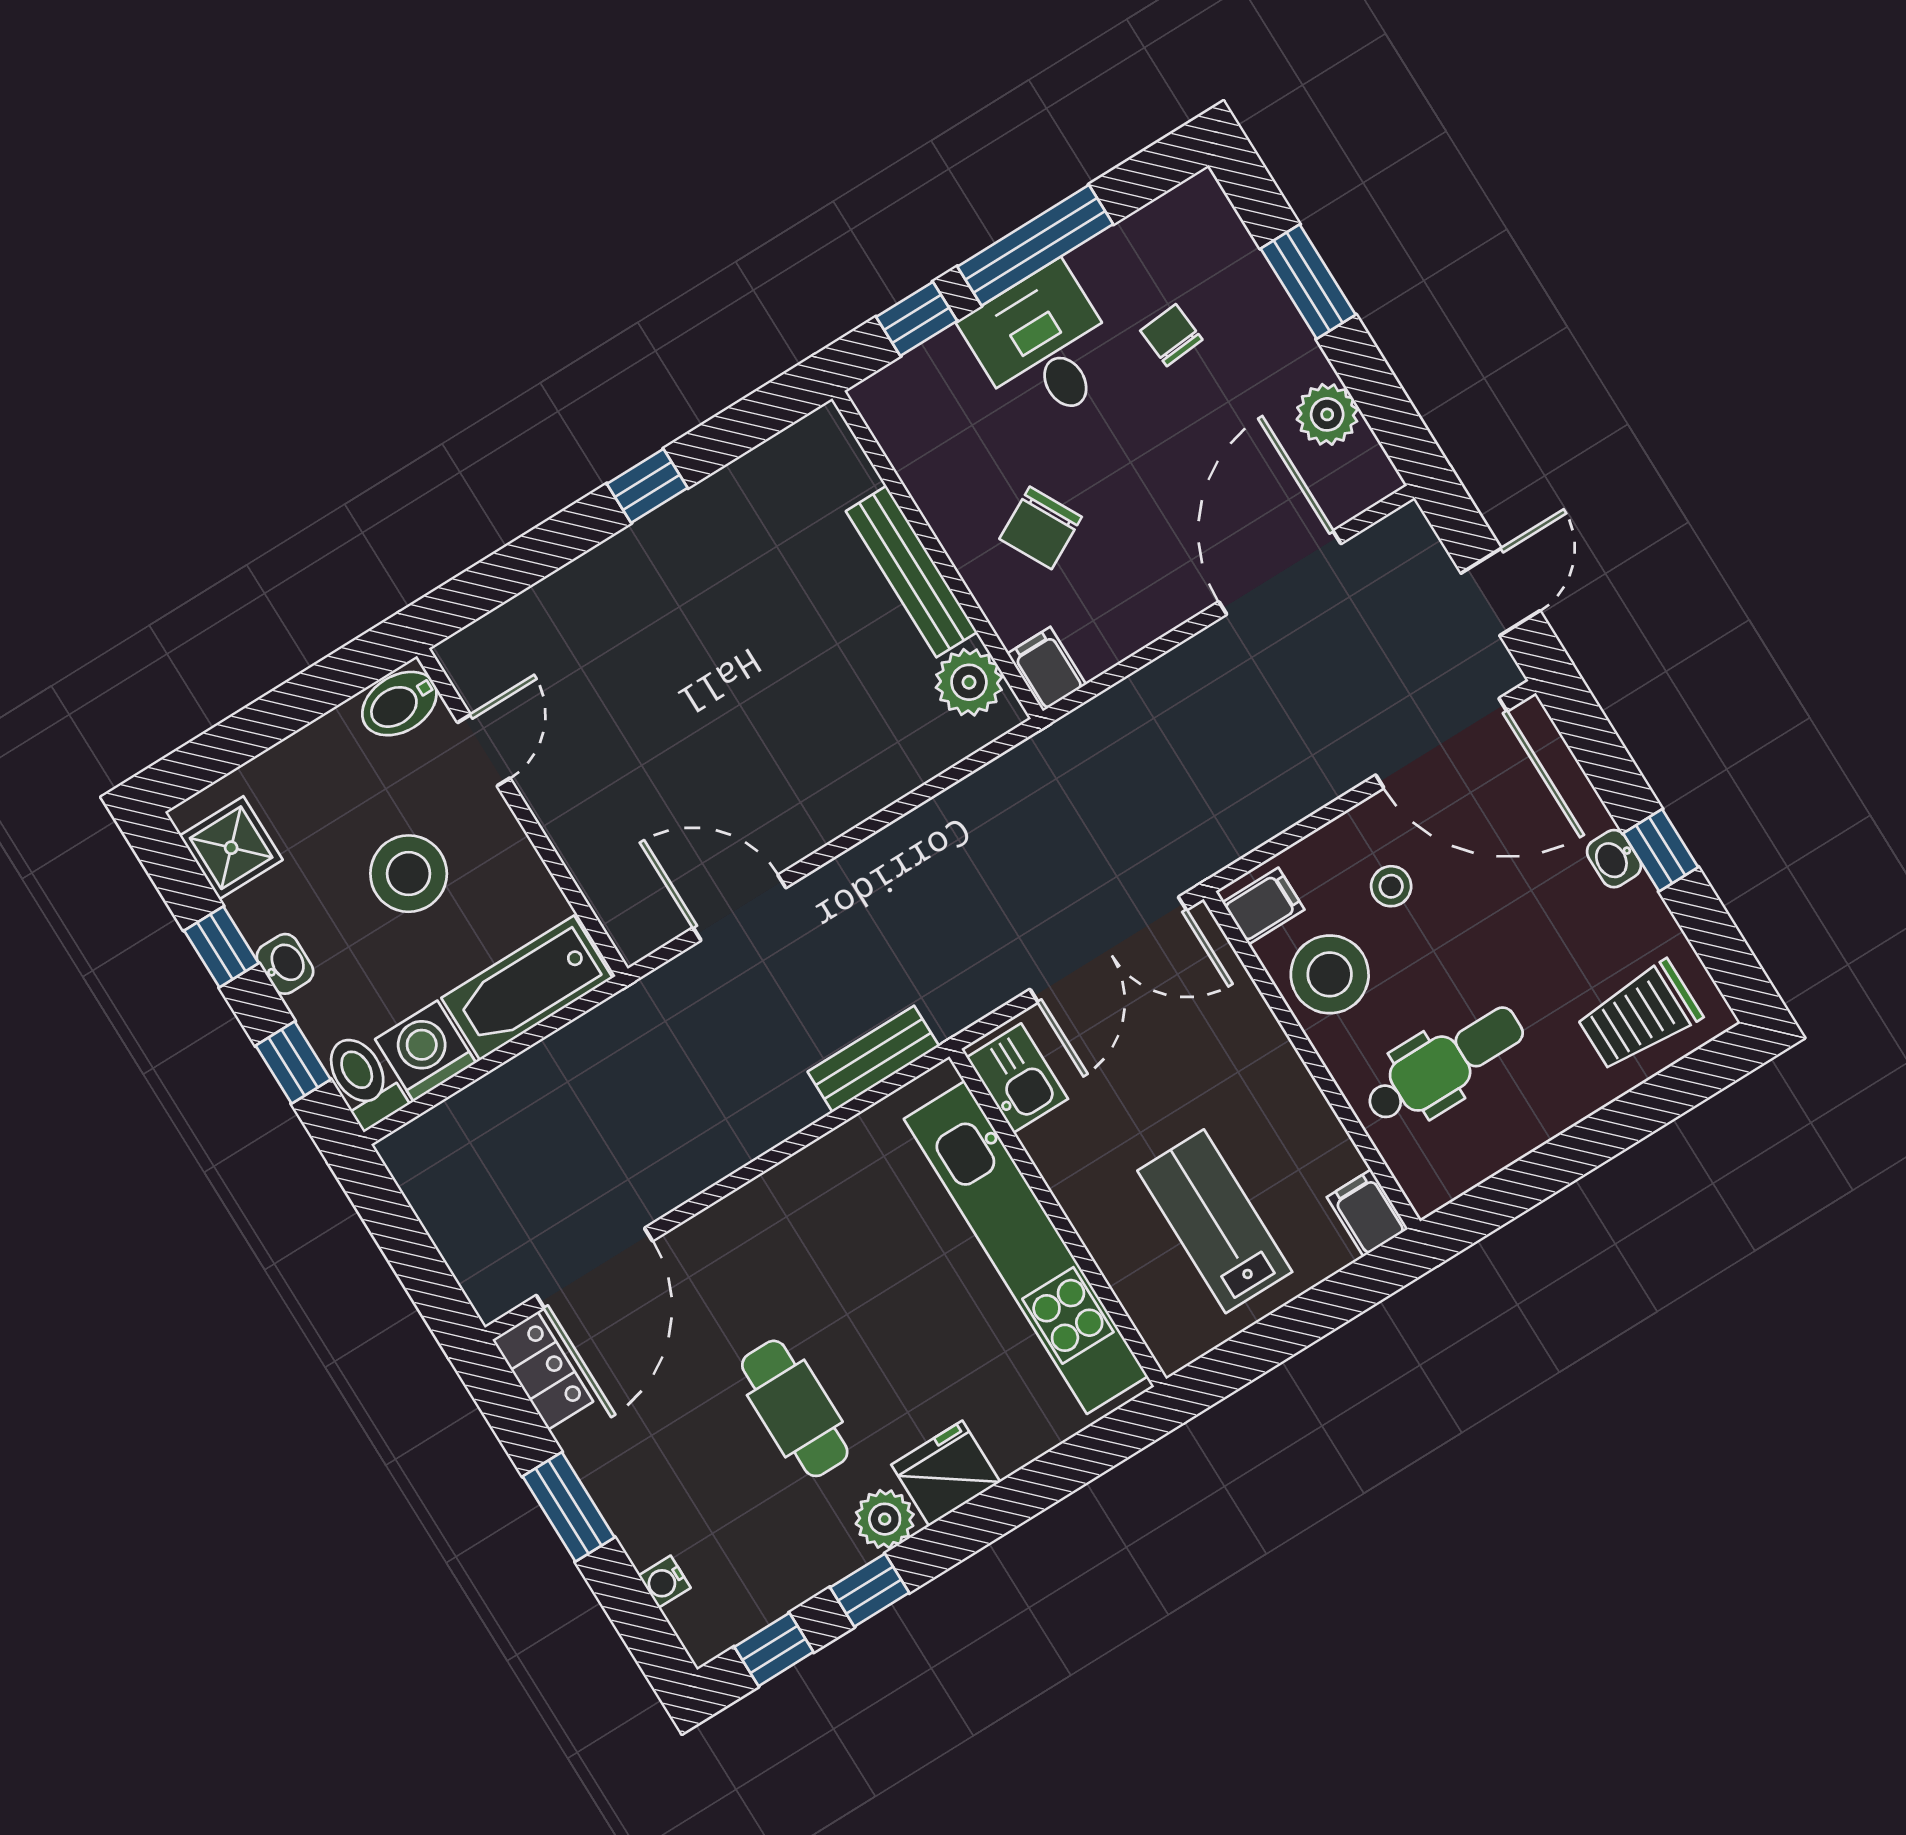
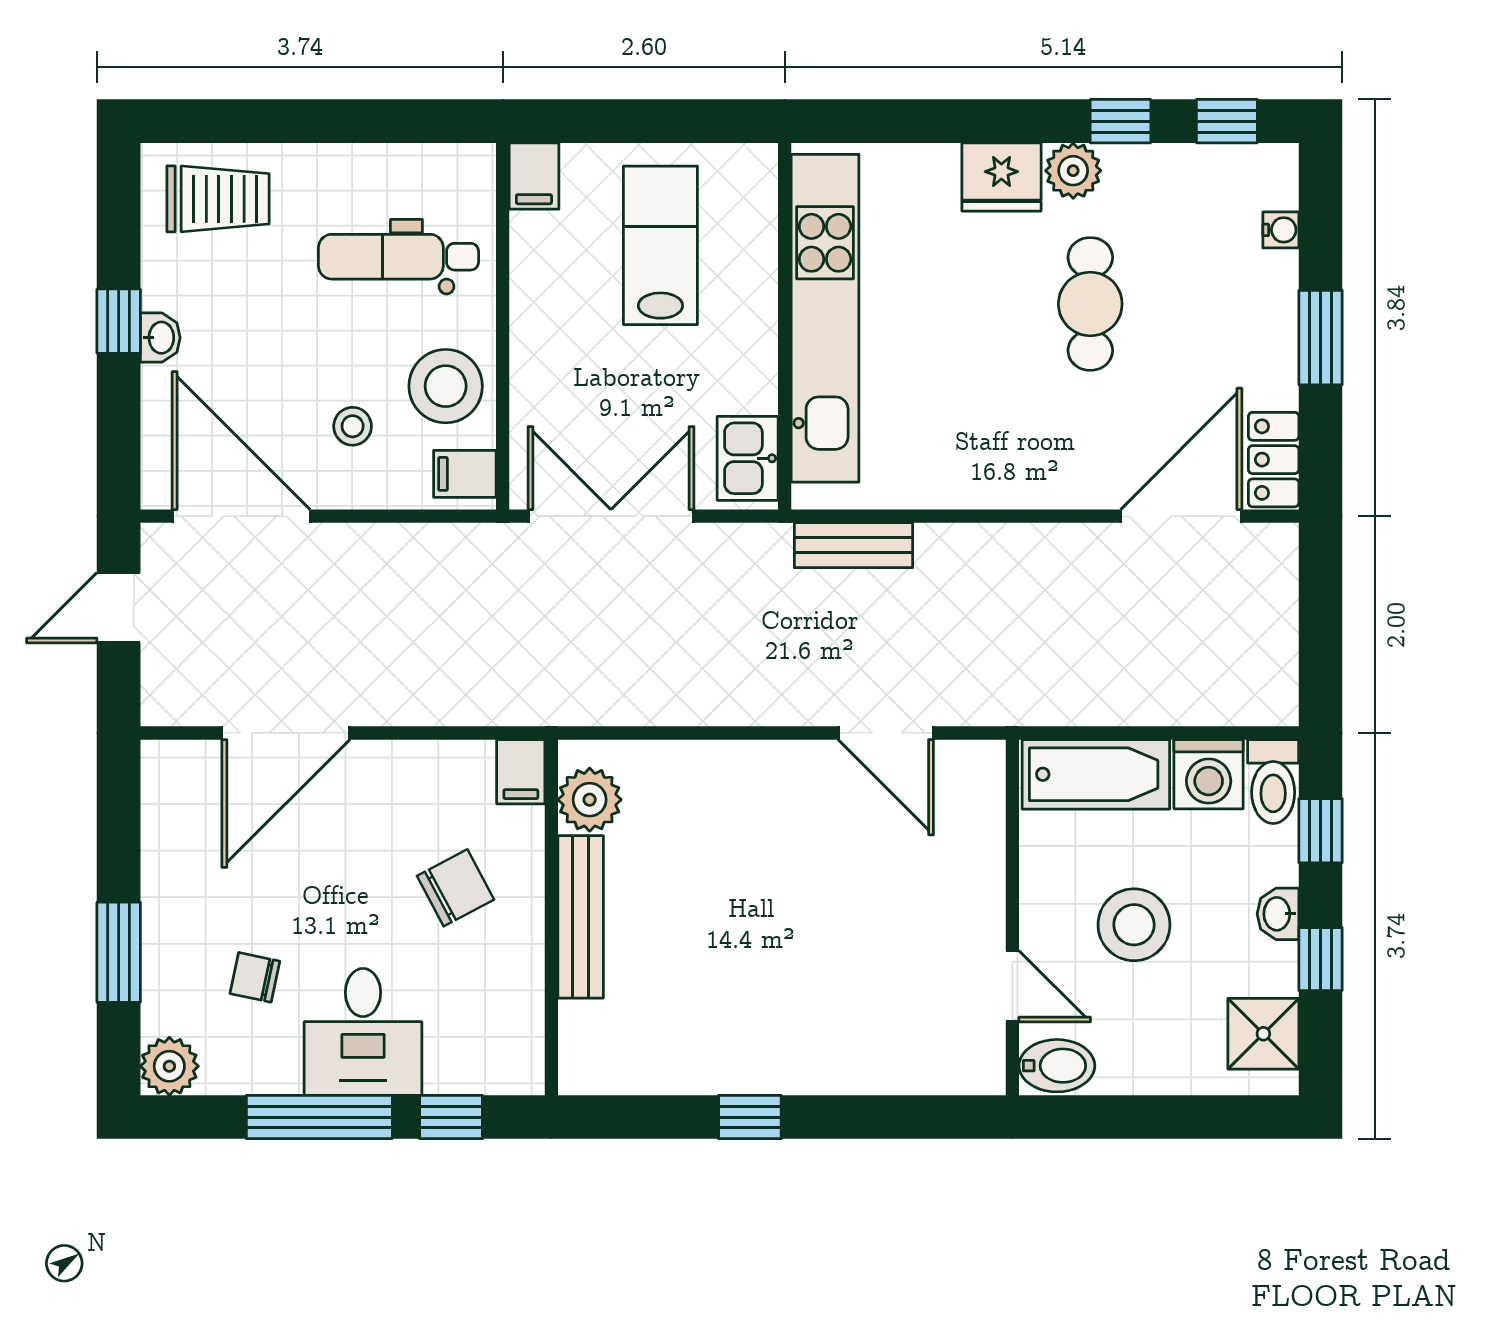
chair: (1171, 335) -> (255, 977), turned 107
plant: (1327, 414) -> (169, 1066), moved
door: (484, 750) -> (1012, 986), swing flipped
lab bench: (1215, 1221) -> (660, 245), turned 180

